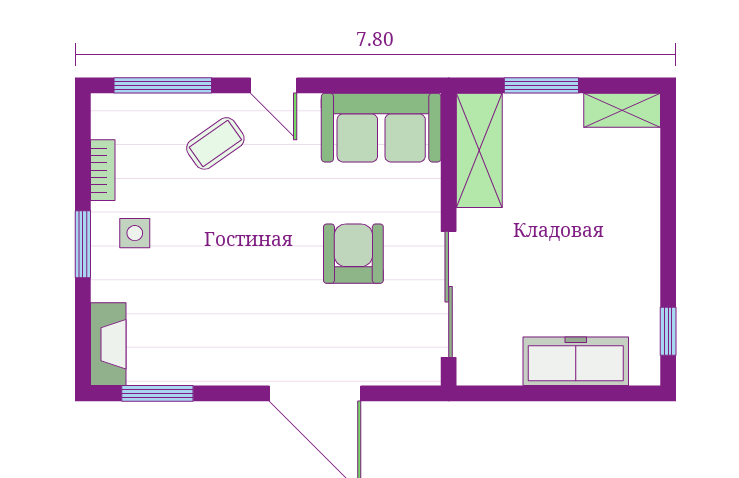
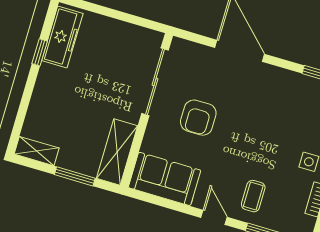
coffee table: (215, 143) -> (253, 196), turned -55
window: (668, 331) -> (40, 52), moved
freezer: (576, 361) -> (62, 37), moved, turned -90

